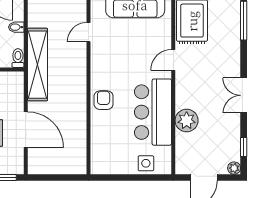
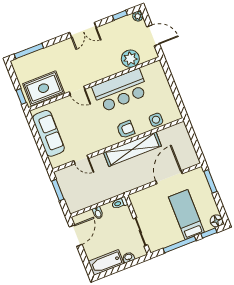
shelving: (37, 65) -> (132, 149), moved
armchair: (104, 100) -> (126, 129), turned 180
plant: (187, 120) -> (130, 59), moved
side table: (146, 163) -> (156, 120), moved

